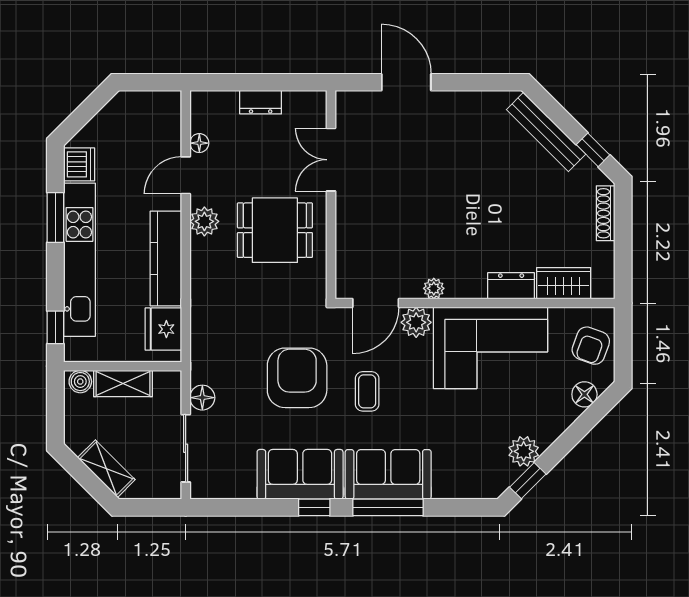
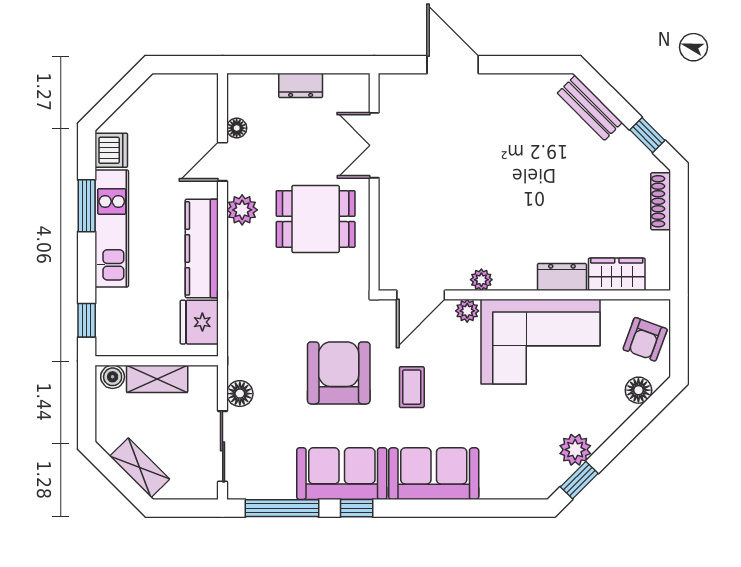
bench: (546, 132) -> (590, 108), width x0.73
kitchen unit: (79, 260) -> (112, 228), width x0.73
plant: (416, 322) -> (467, 311), width x0.73, depth x0.73
window: (388, 507) -> (282, 508), moved

